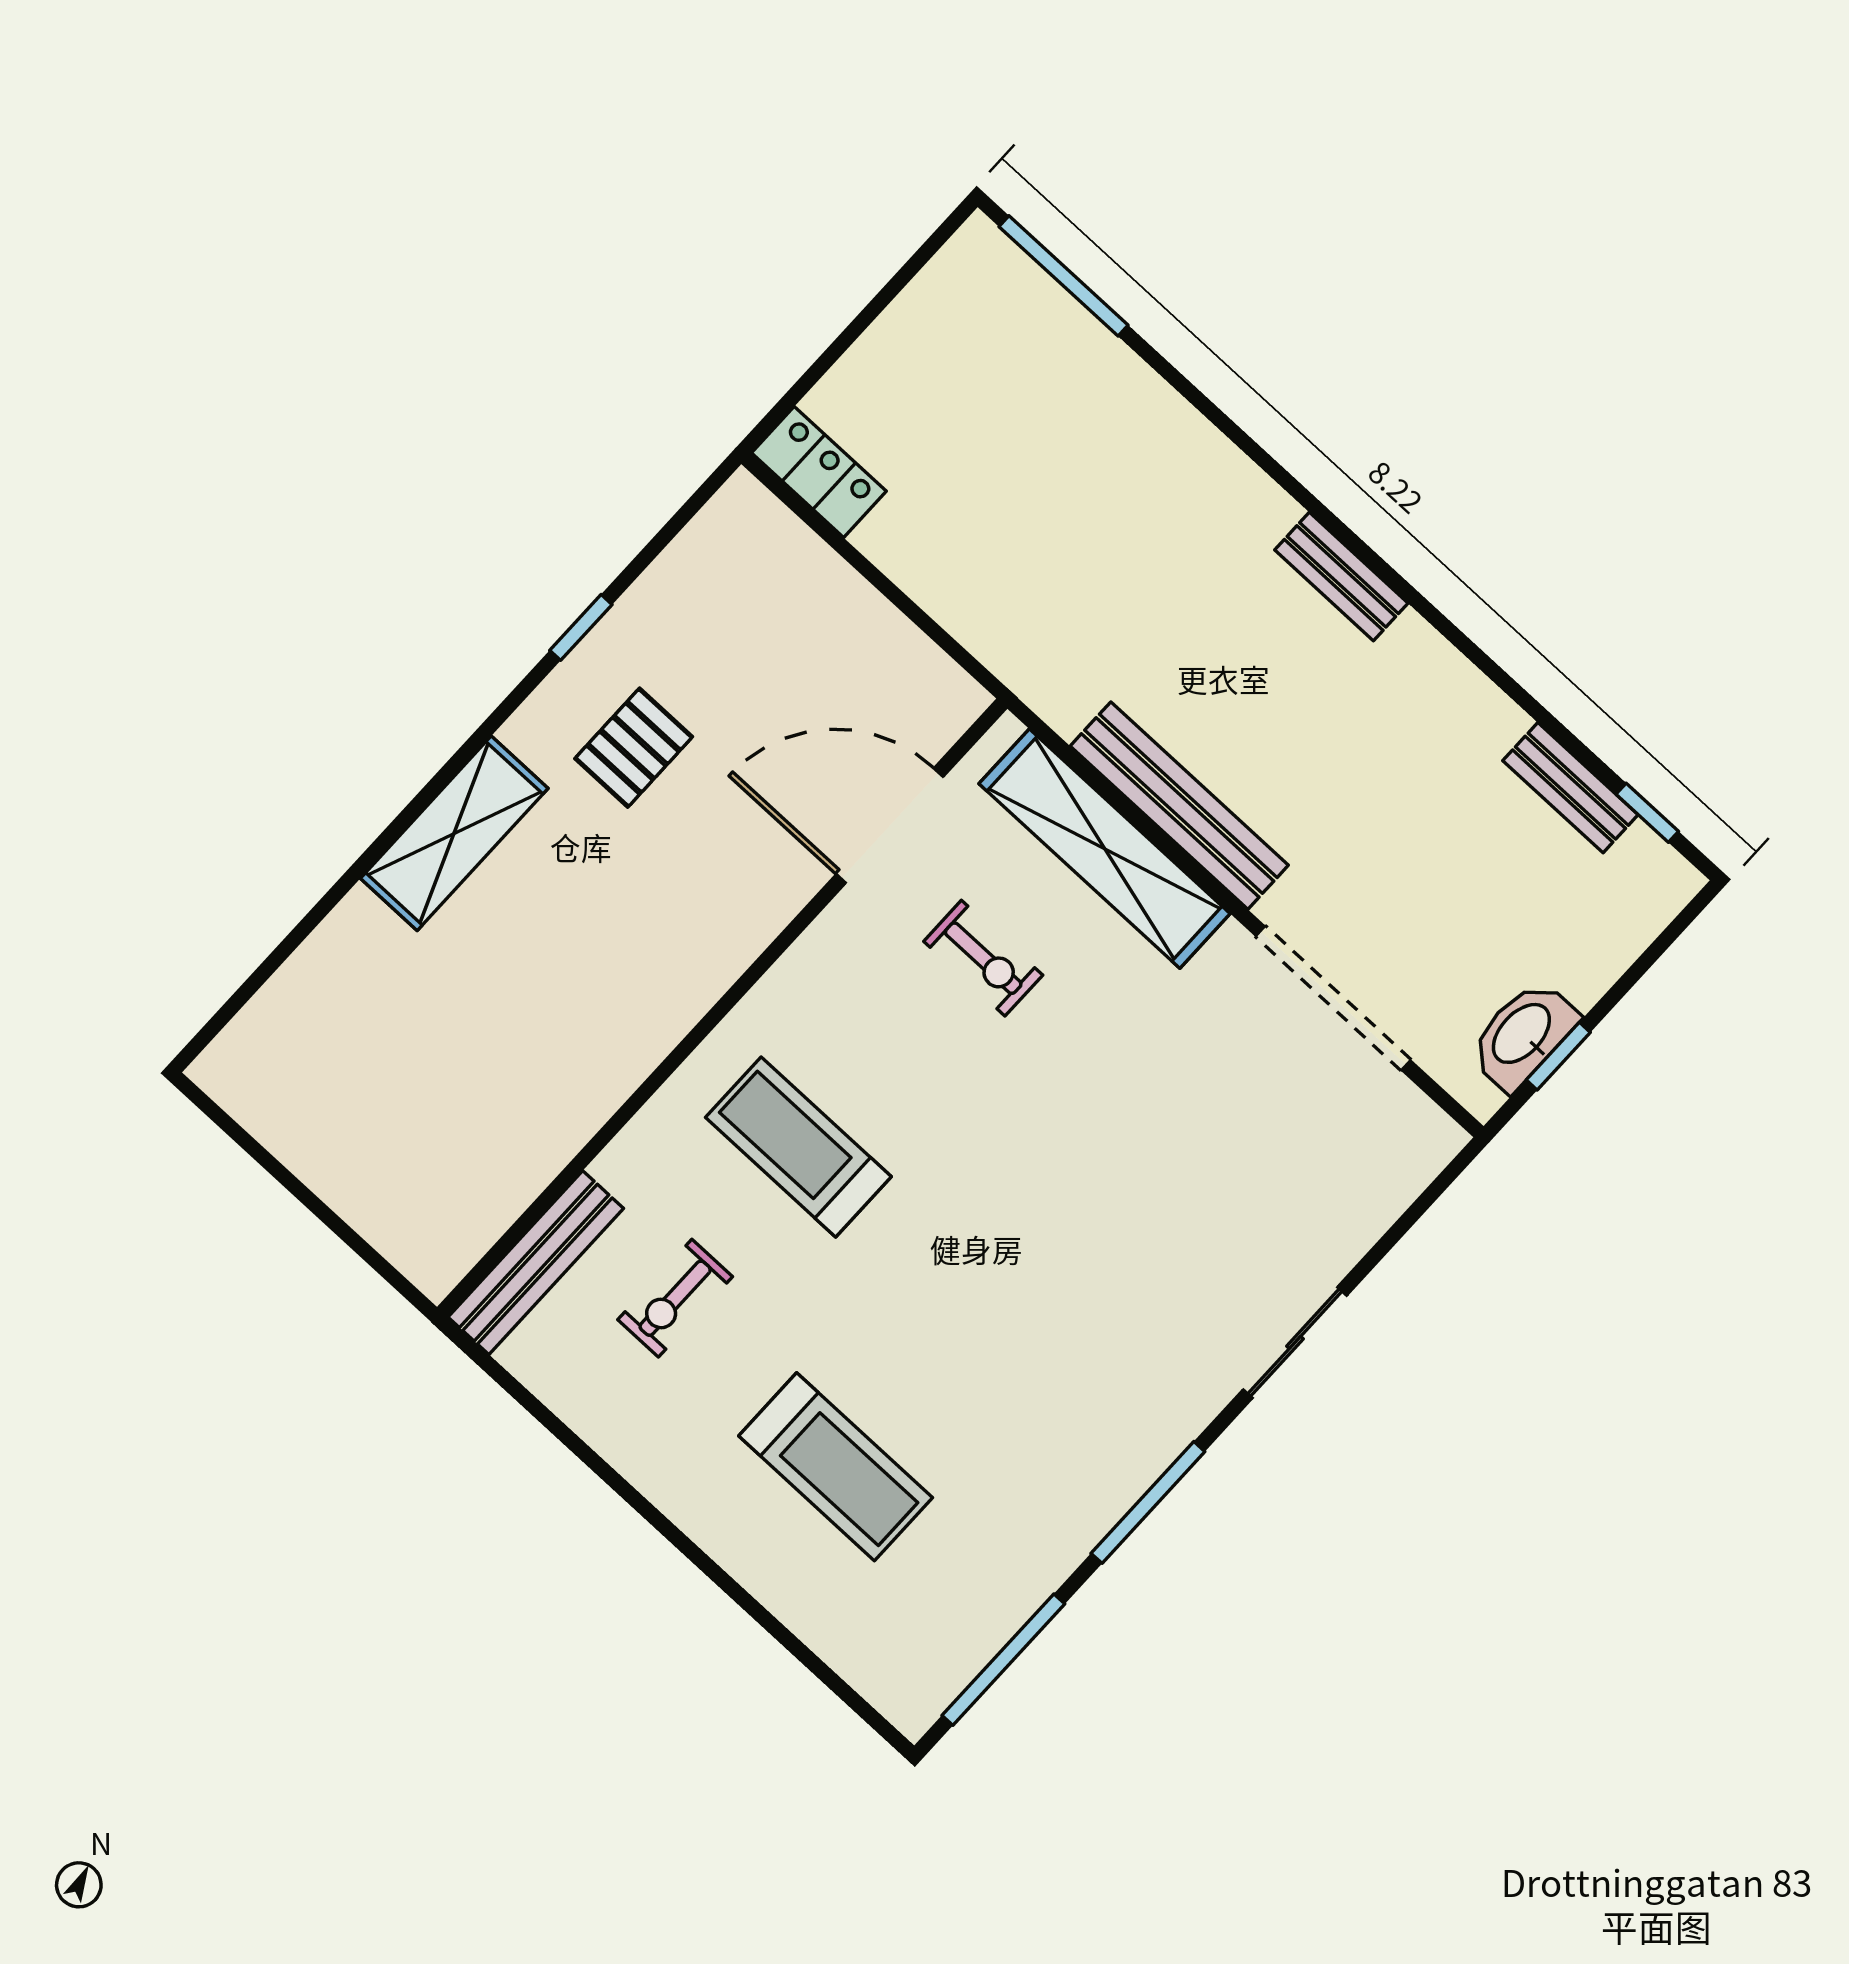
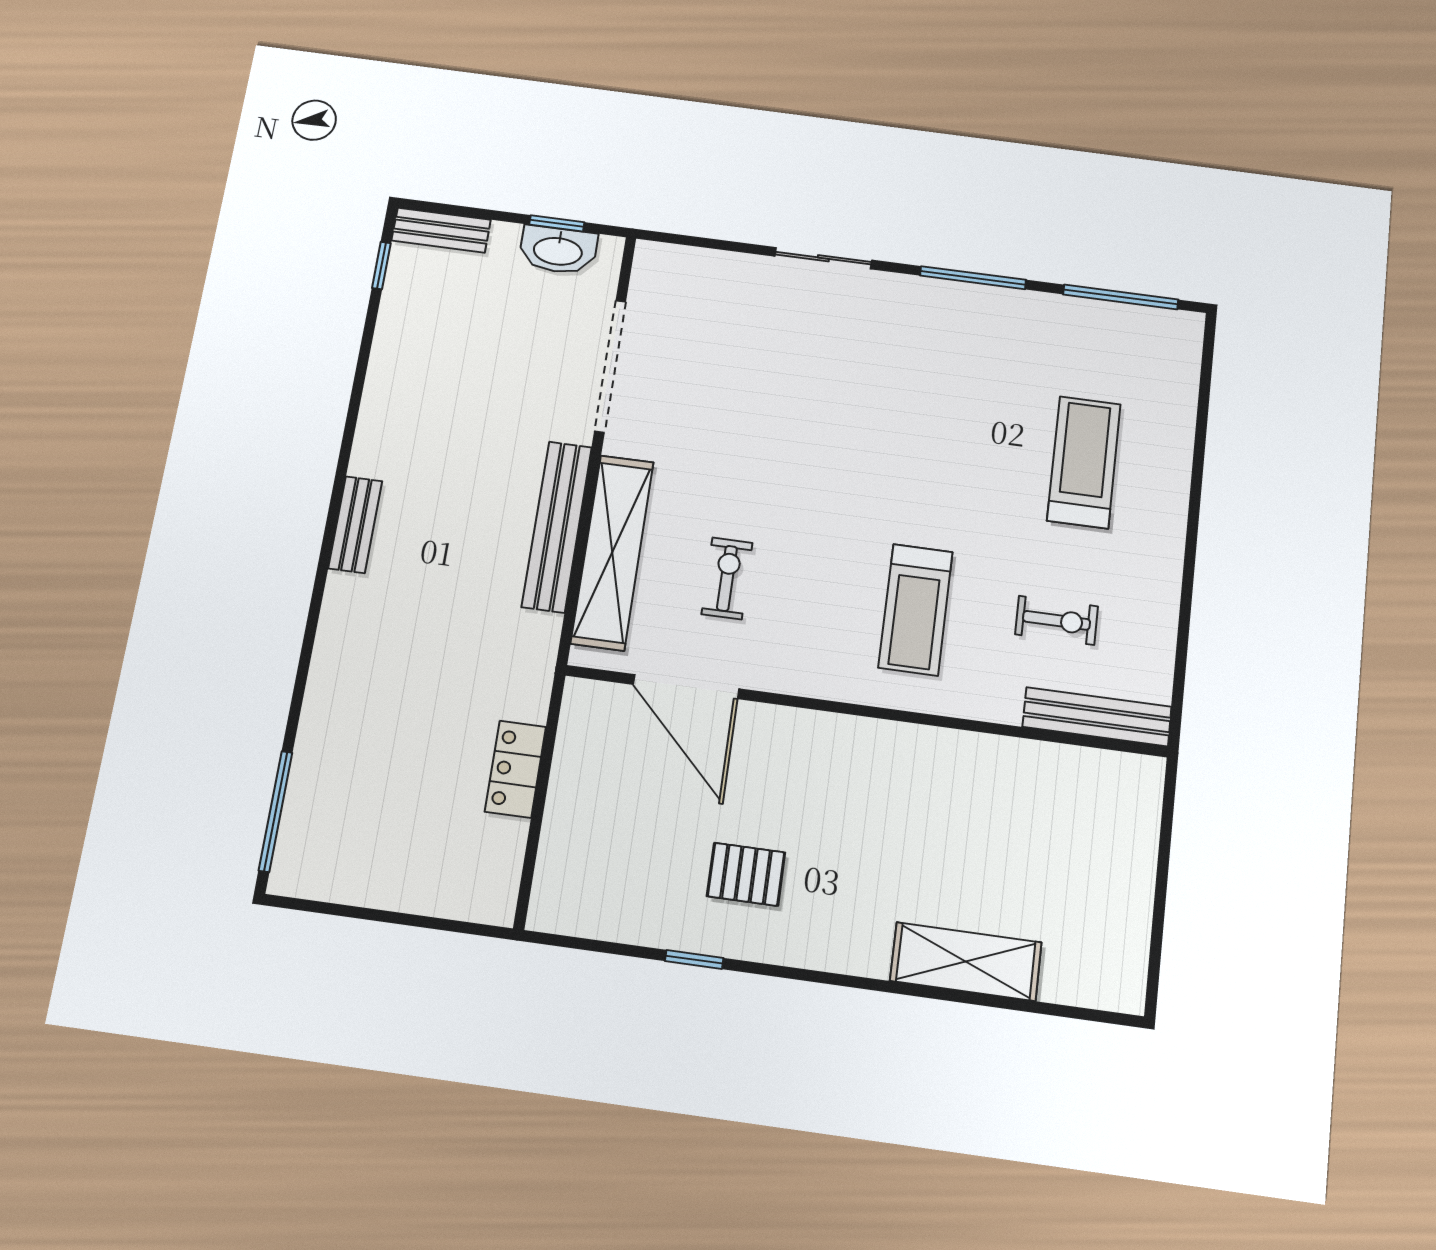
locker: (819, 472) -> (515, 769), moved
bench: (1570, 788) -> (441, 230), moved, turned 90
shelving: (454, 833) -> (966, 962), moved

